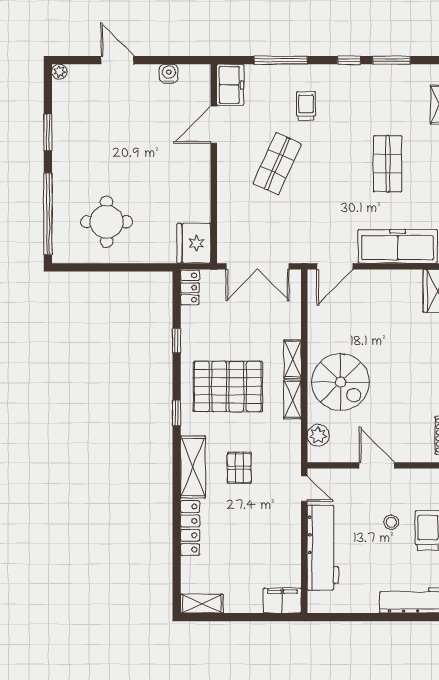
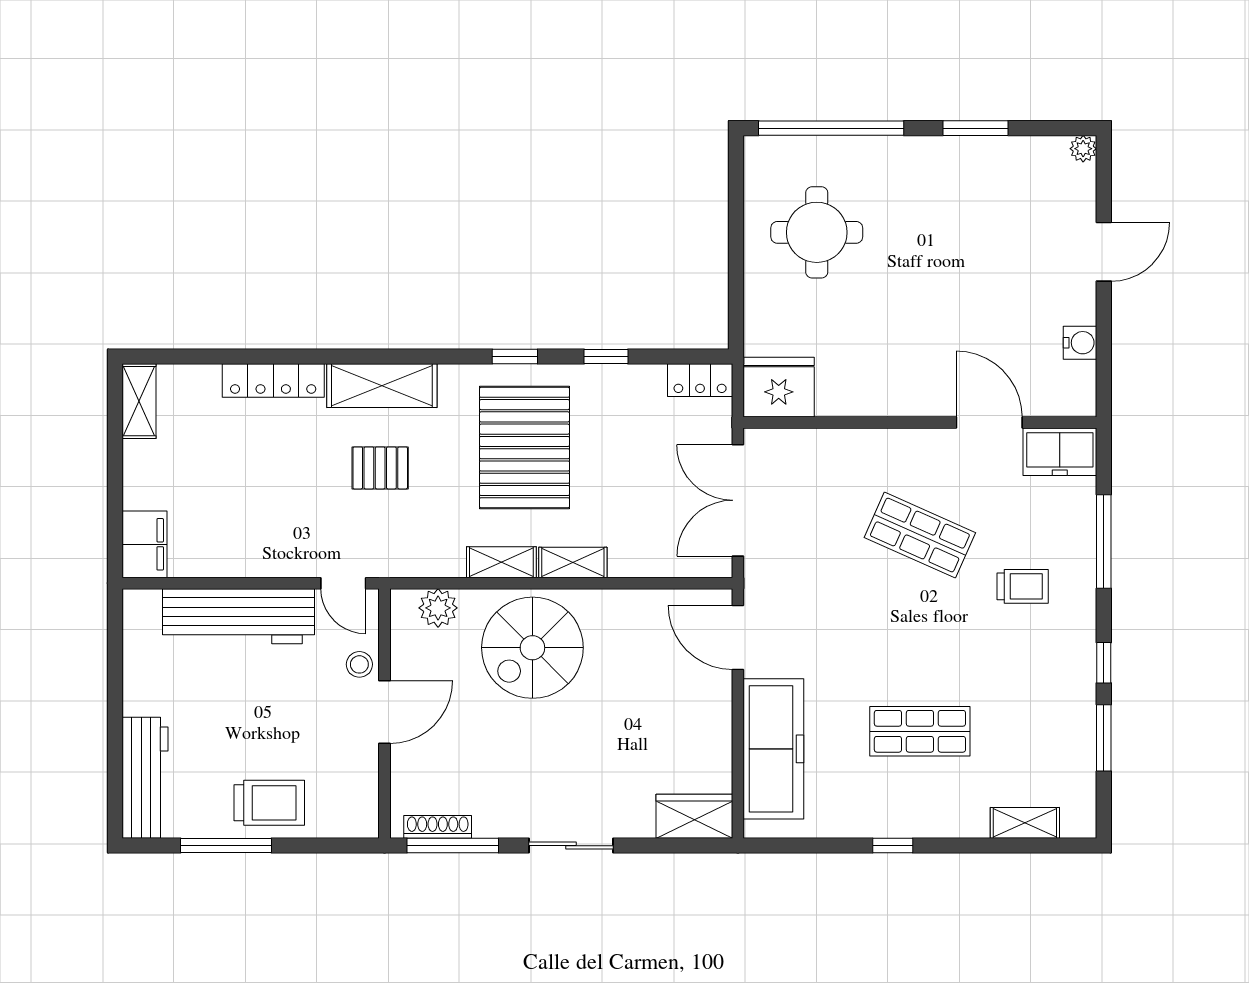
window: (177, 413) -> (515, 357), moved
door: (304, 489) -> (343, 583), hinge flipped
stool: (391, 522) -> (359, 664), moved

